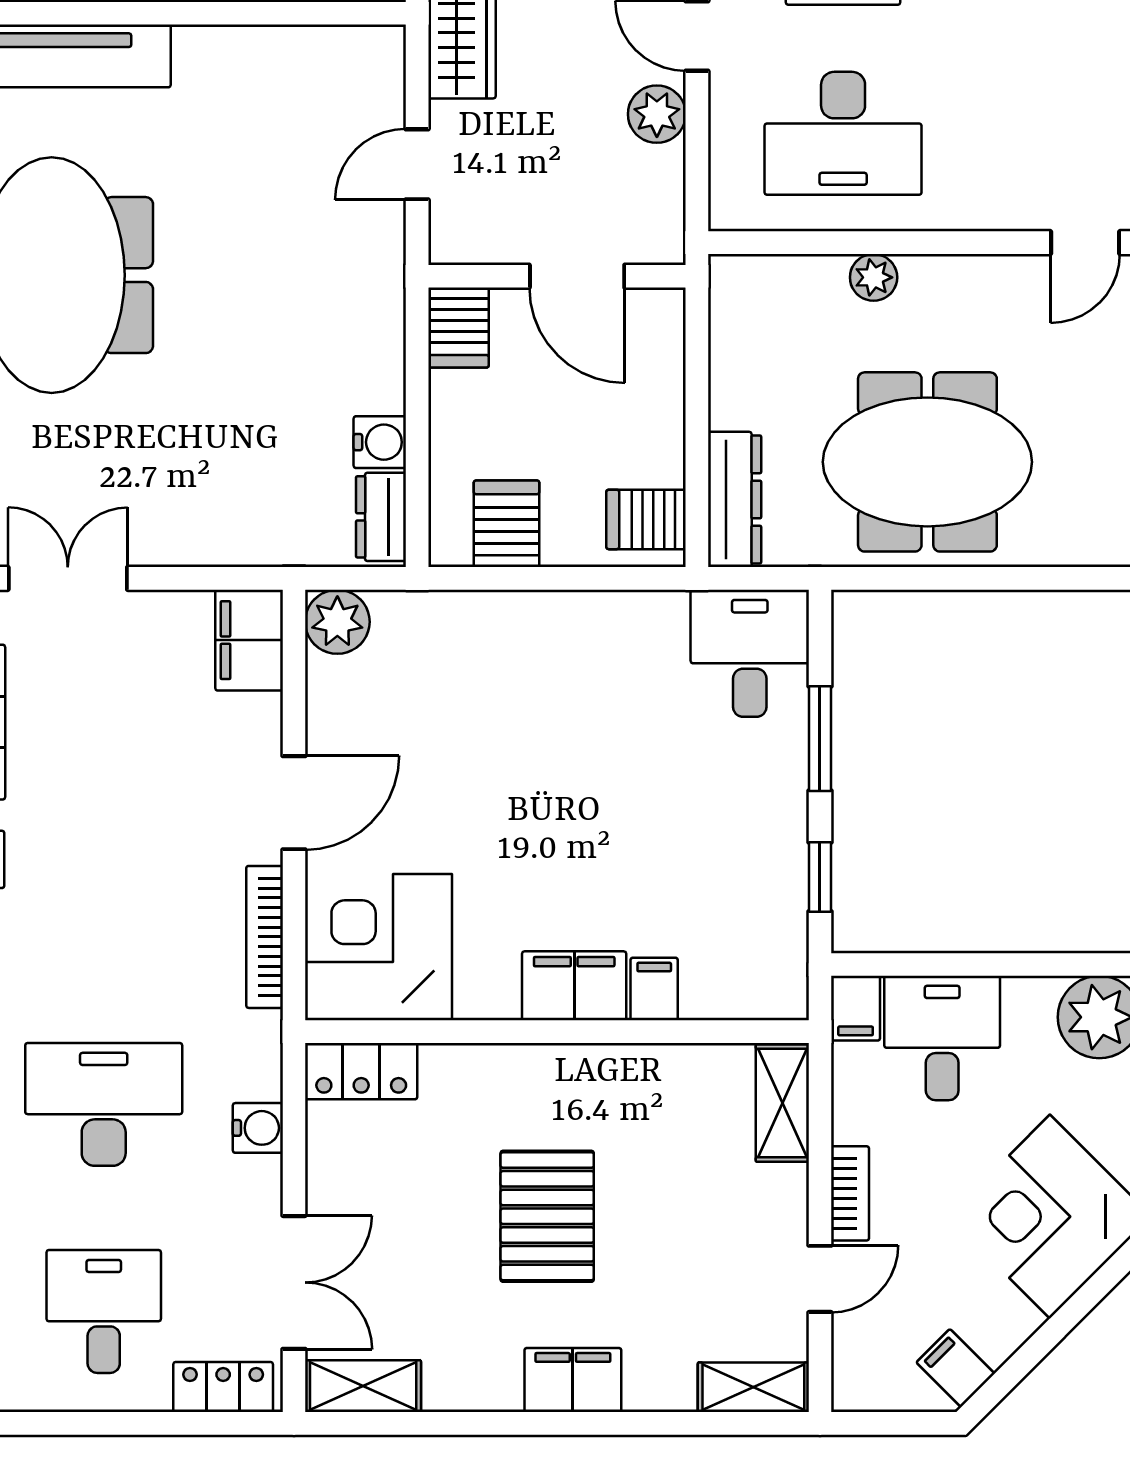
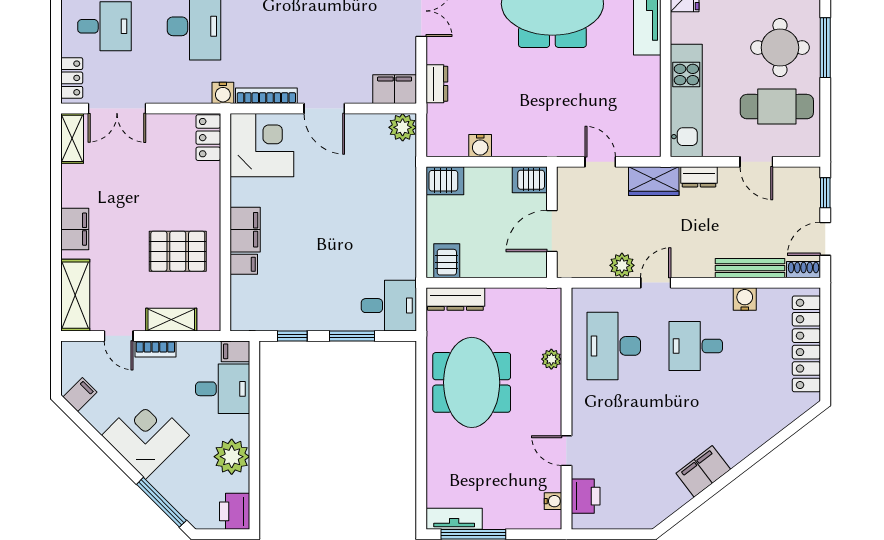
dresser: (381, 517) -> (437, 84), moved, turned 90
server rack: (506, 524) -> (445, 181), moved
shelving: (782, 1103) -> (171, 320), moved
water cooler: (258, 1128) -> (223, 93), moved
pallet: (547, 1216) -> (178, 251), moved
shelving: (753, 1387) -> (75, 295), width x1.50, depth x1.33

